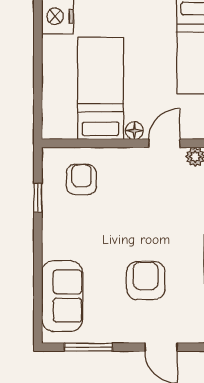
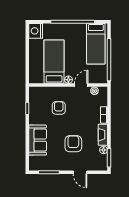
armchair: (81, 179) -> (59, 108), moved
sofa: (62, 296) -> (38, 140), moved

